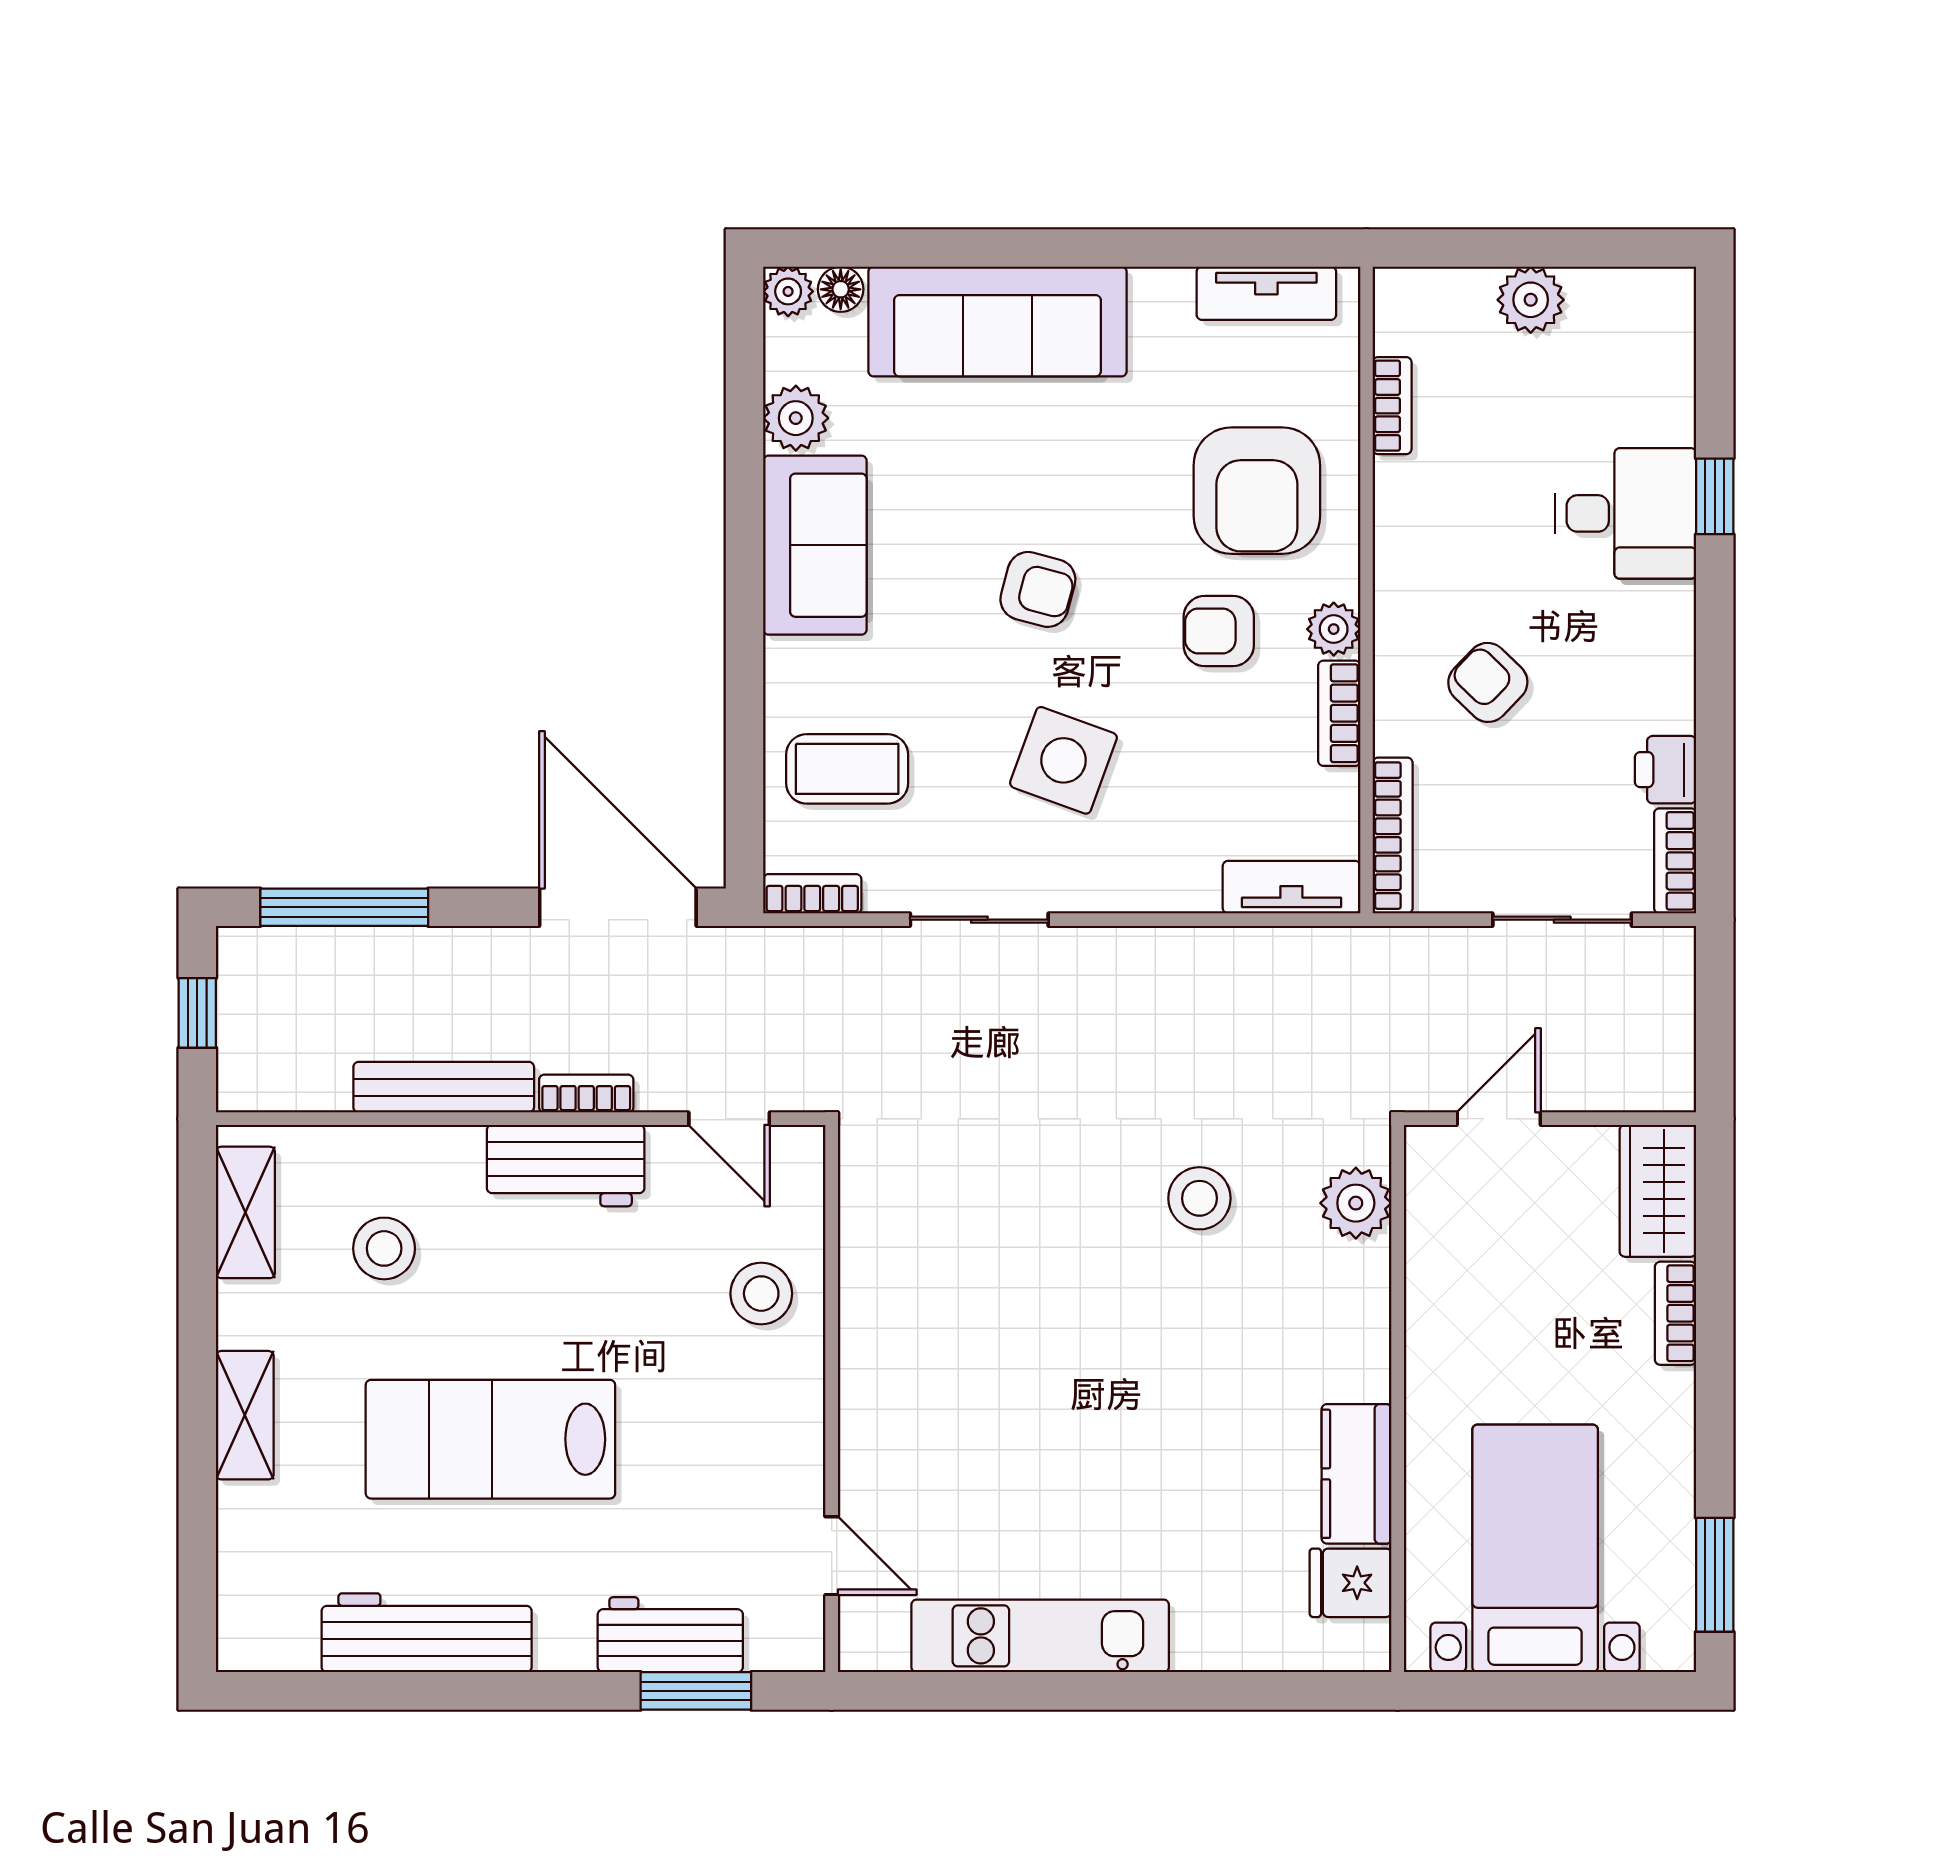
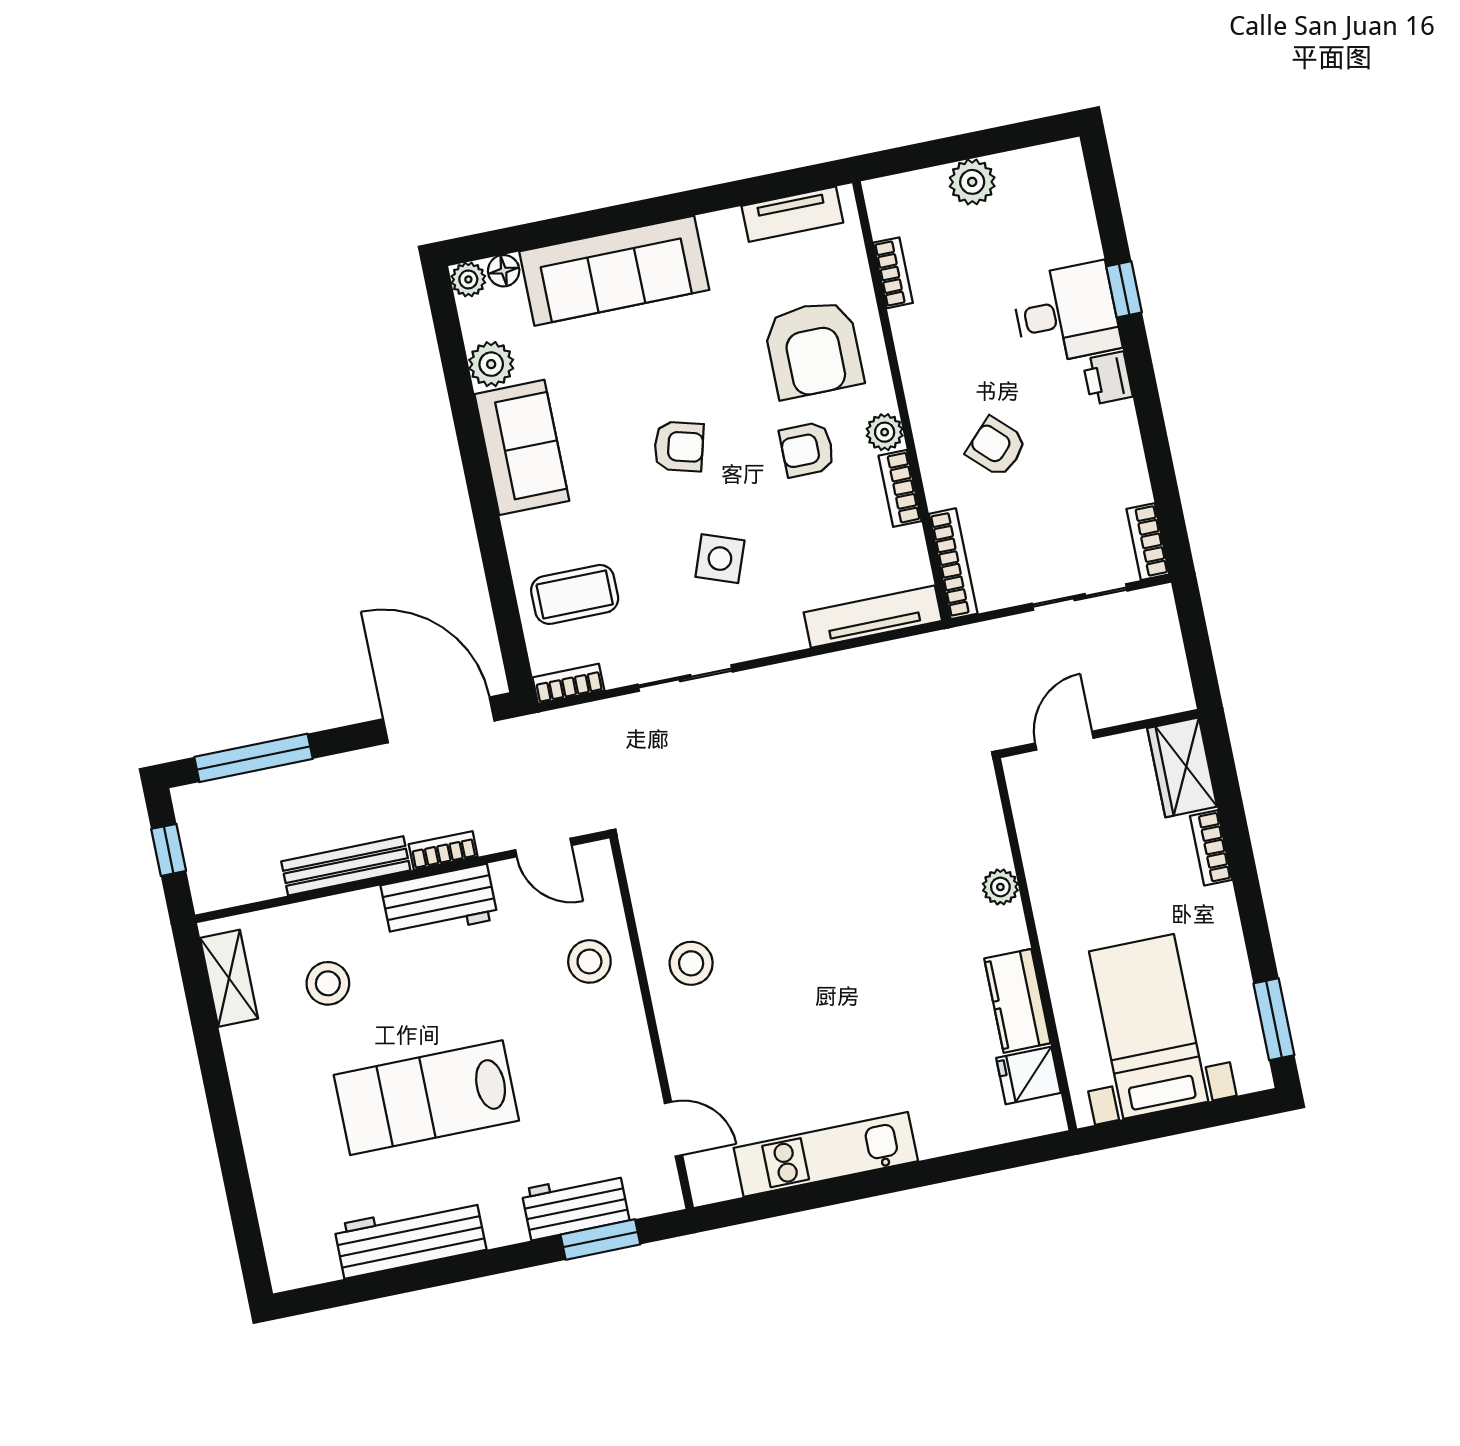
side table: (1063, 760) -> (720, 559), width x0.73, depth x0.73
printer: (1666, 770) -> (1108, 378), moved
tv unit: (1291, 887) -> (873, 617), width x1.41
stool: (1199, 1198) -> (691, 963), moved
plant: (1356, 1203) -> (1000, 887), moved, width x0.73, depth x0.73
shelving: (245, 1415) -> (257, 1116), removed

